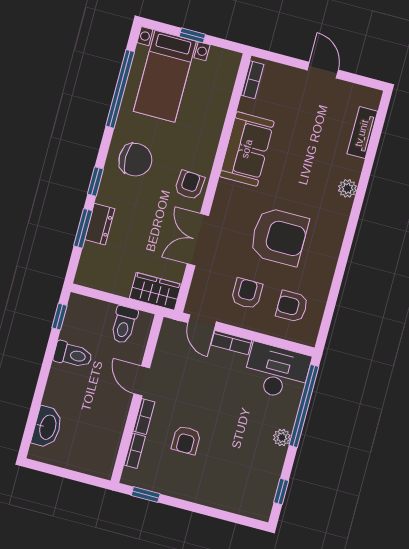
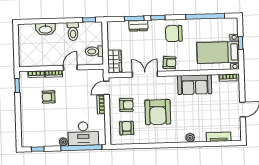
bed with nightstands: (165, 76) -> (218, 52), moved
chair: (135, 160) -> (174, 34), turned 90
desk: (277, 372) -> (83, 134), moved, turned 90
washbasin: (47, 427) -> (45, 29), moved

